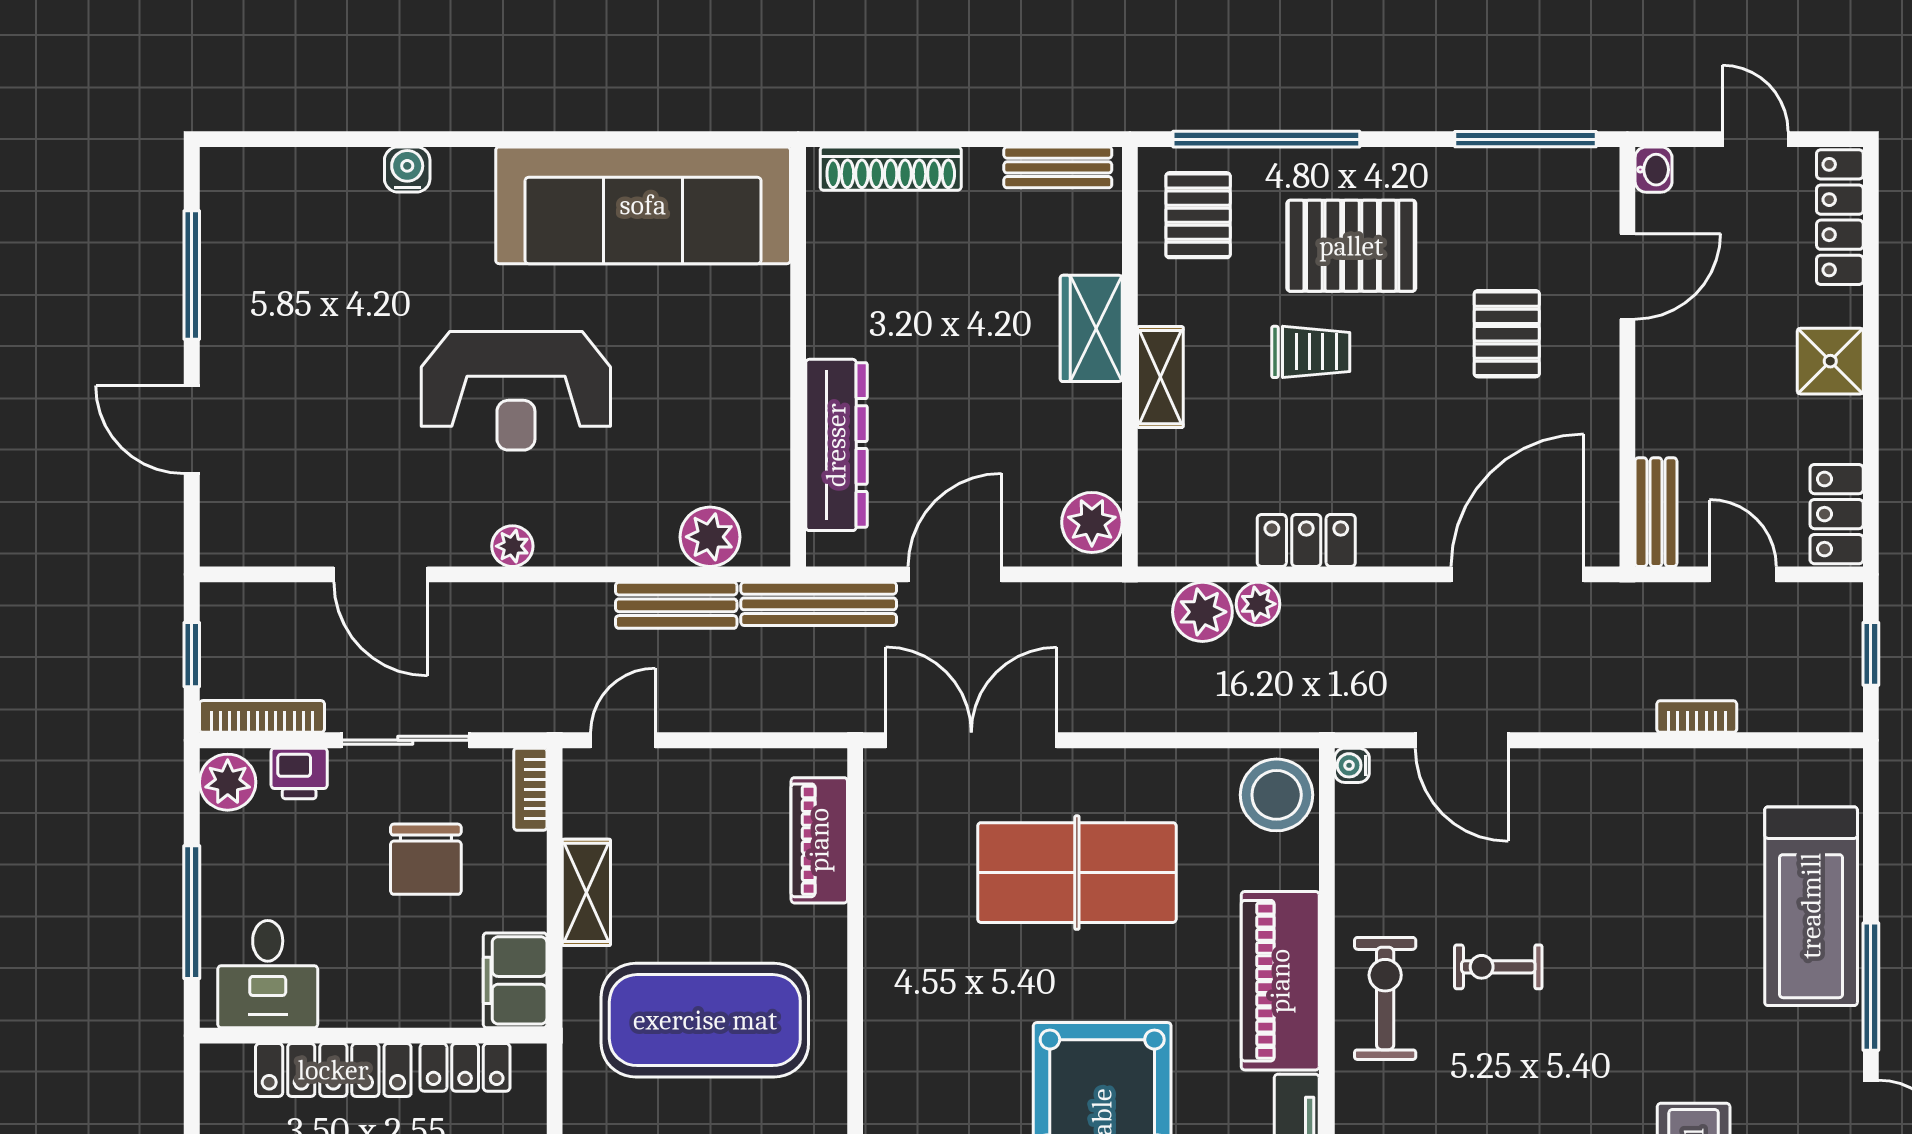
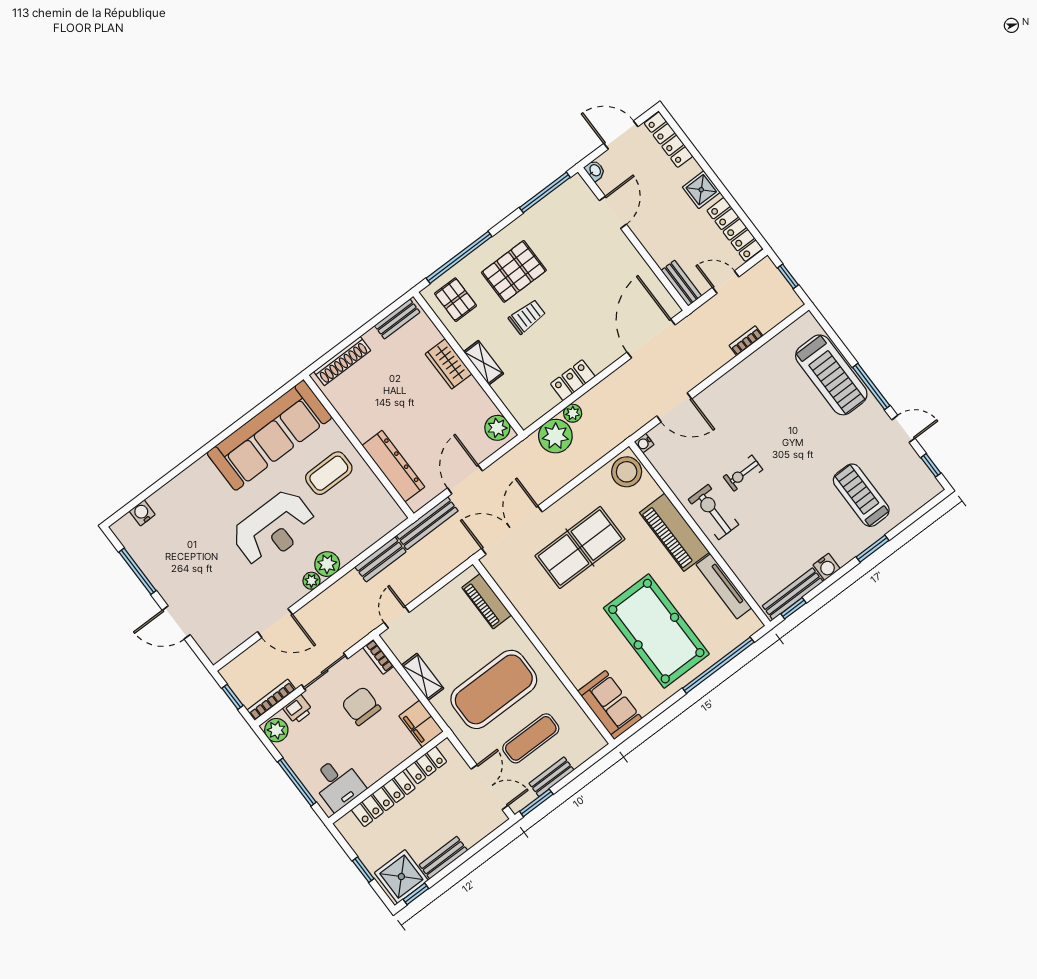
door: (1755, 139) -> (621, 135), width x1.38
water cooler: (407, 169) -> (142, 513), moved
pallet: (1507, 334) -> (587, 262), removed
coffee table: (702, 365) -> (329, 473), added
locker: (1837, 514) -> (735, 230), width x1.53
plant: (710, 537) -> (327, 564), moved
plant: (1202, 612) -> (555, 436), width x1.36, depth x1.36
chair: (426, 859) -> (361, 706), turned 180

